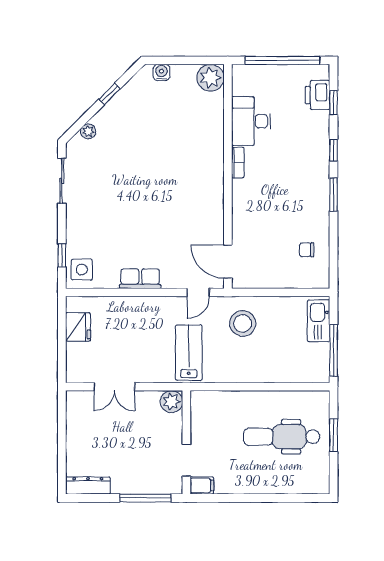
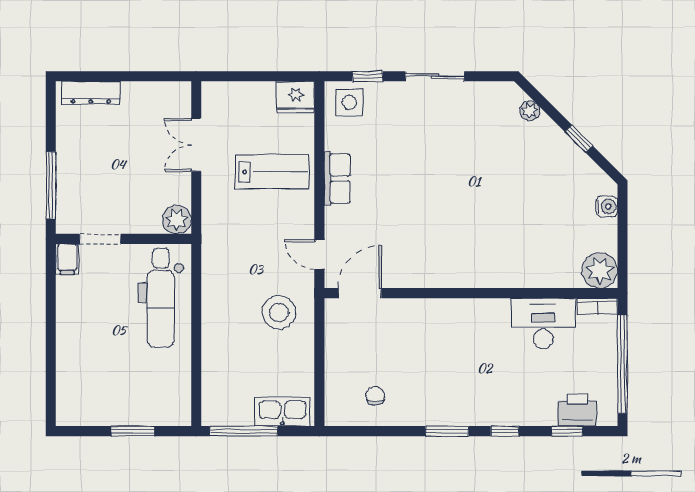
bookcase: (238, 163) -> (597, 306), moved
sliding door: (62, 181) -> (435, 76), moved
fridge: (78, 327) -> (296, 97), moved
lab bench: (189, 353) -> (272, 172), moved
dental chair: (282, 437) -> (161, 298), moved, turned 180
dresser: (88, 486) -> (91, 93), moved, turned 90

